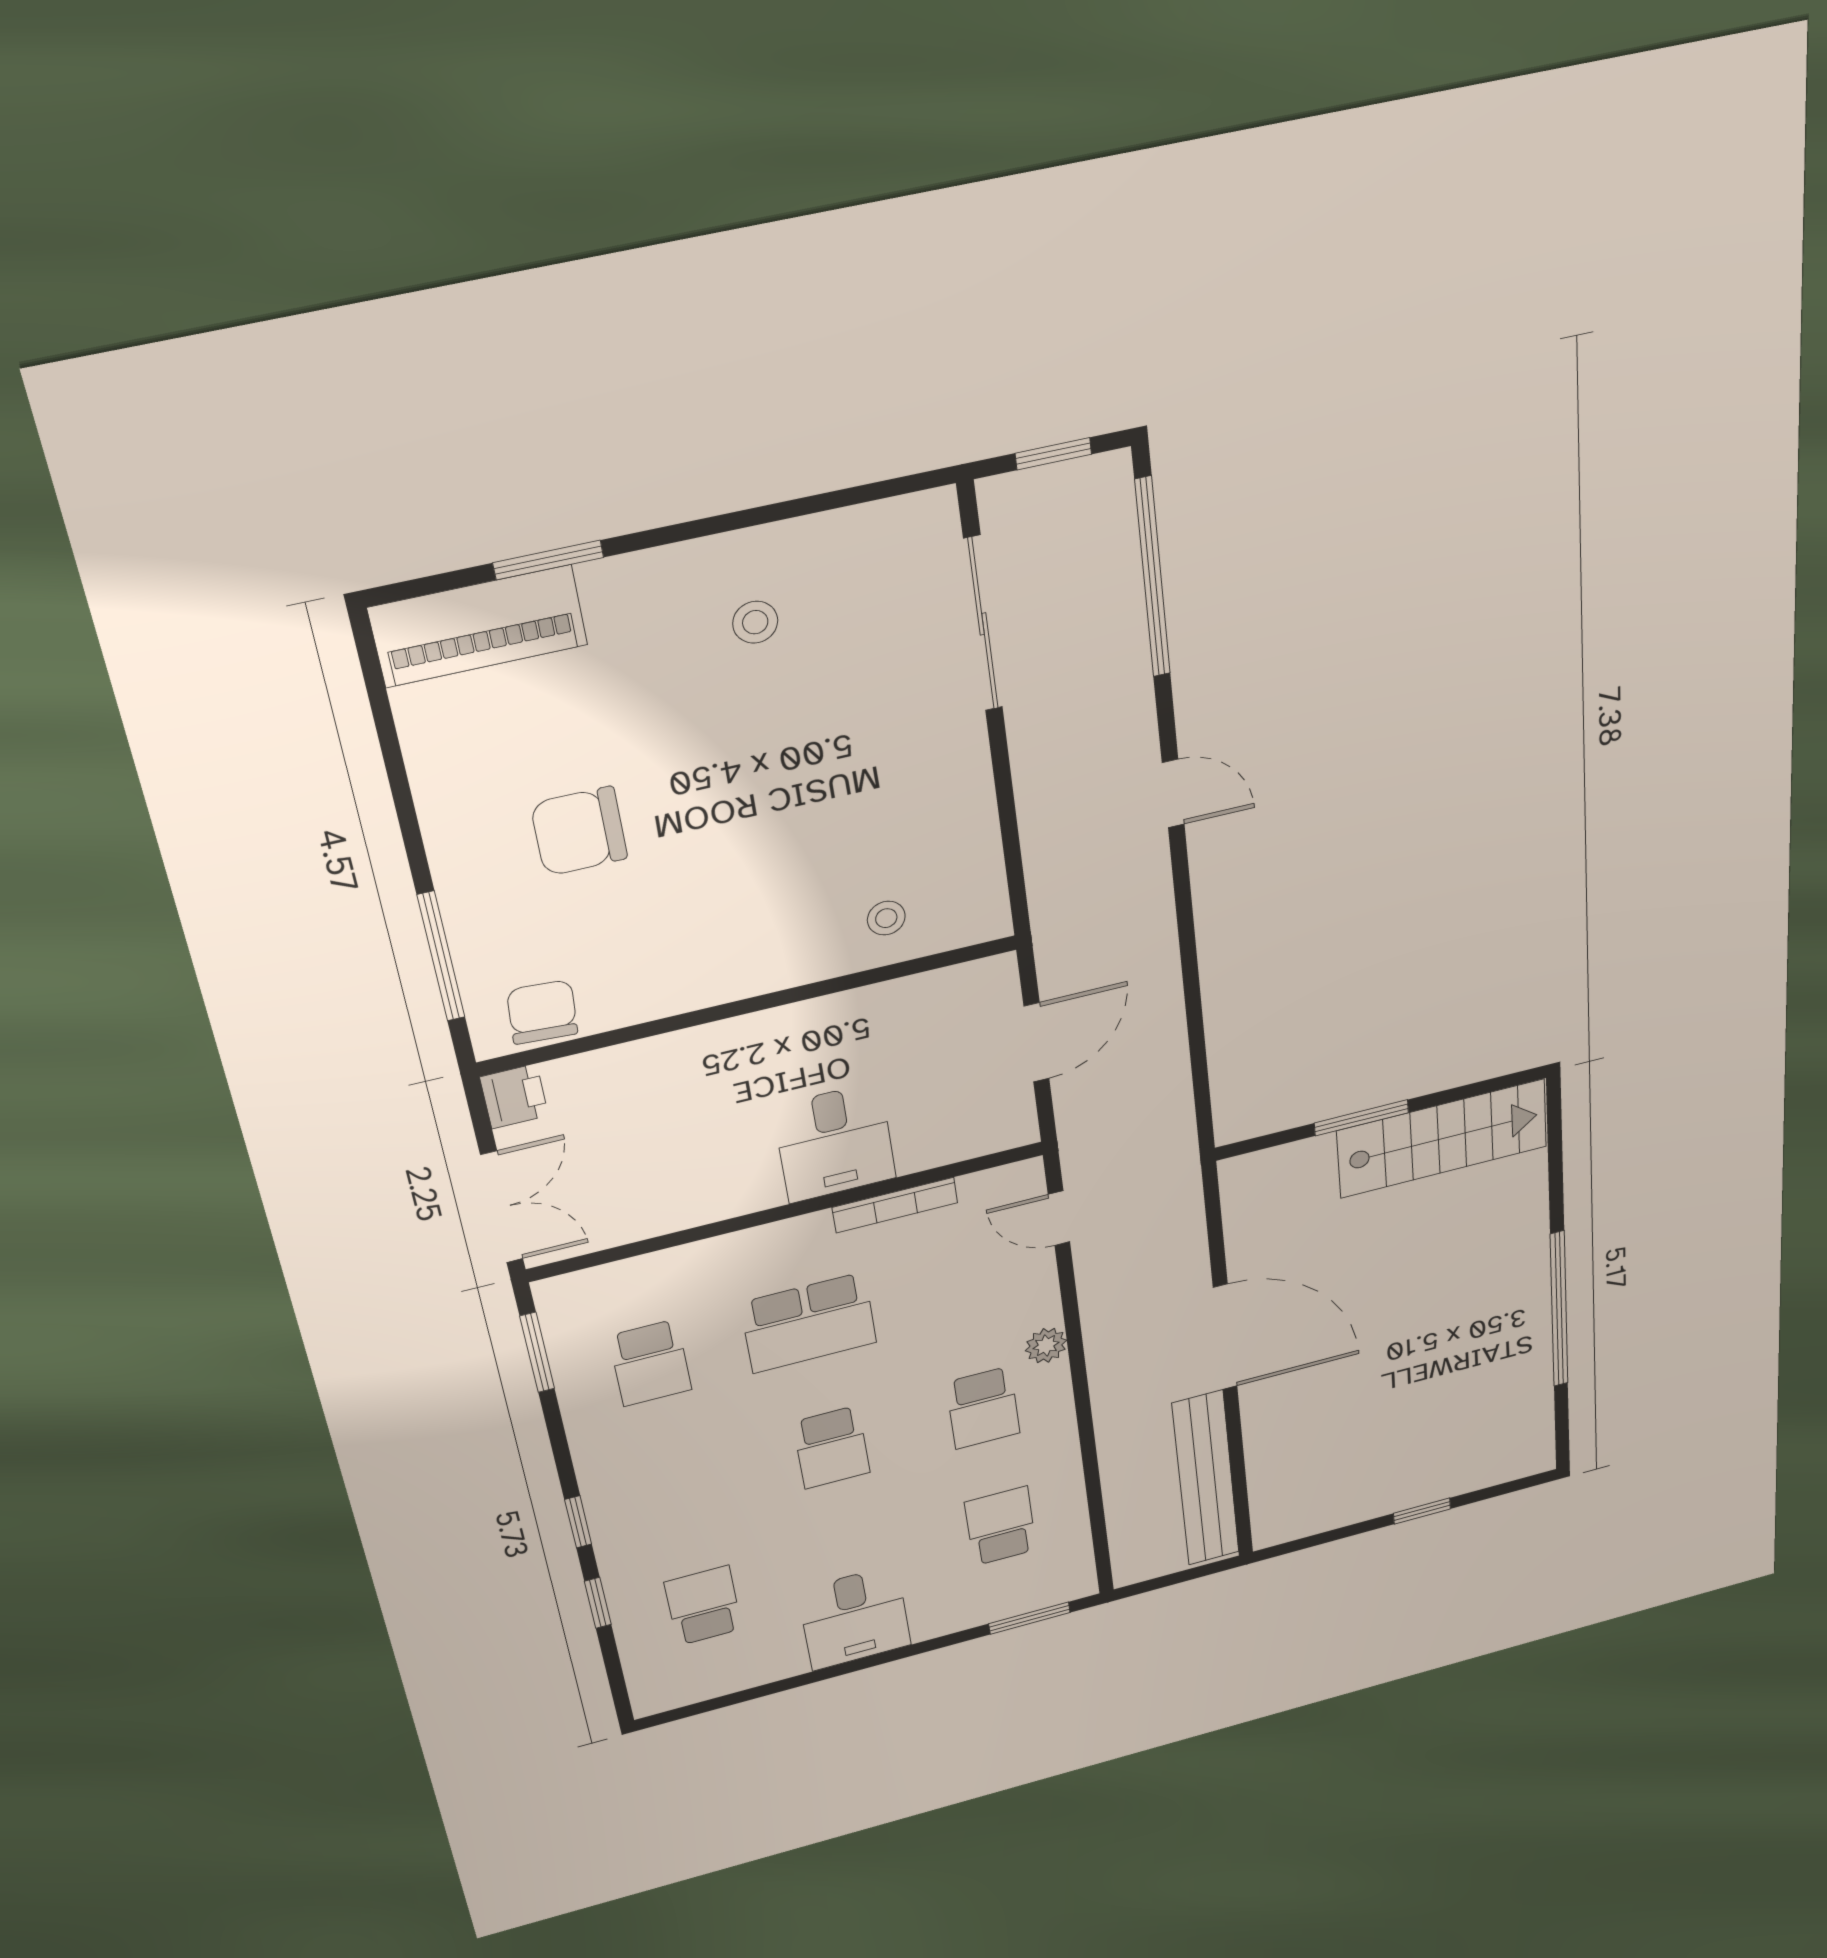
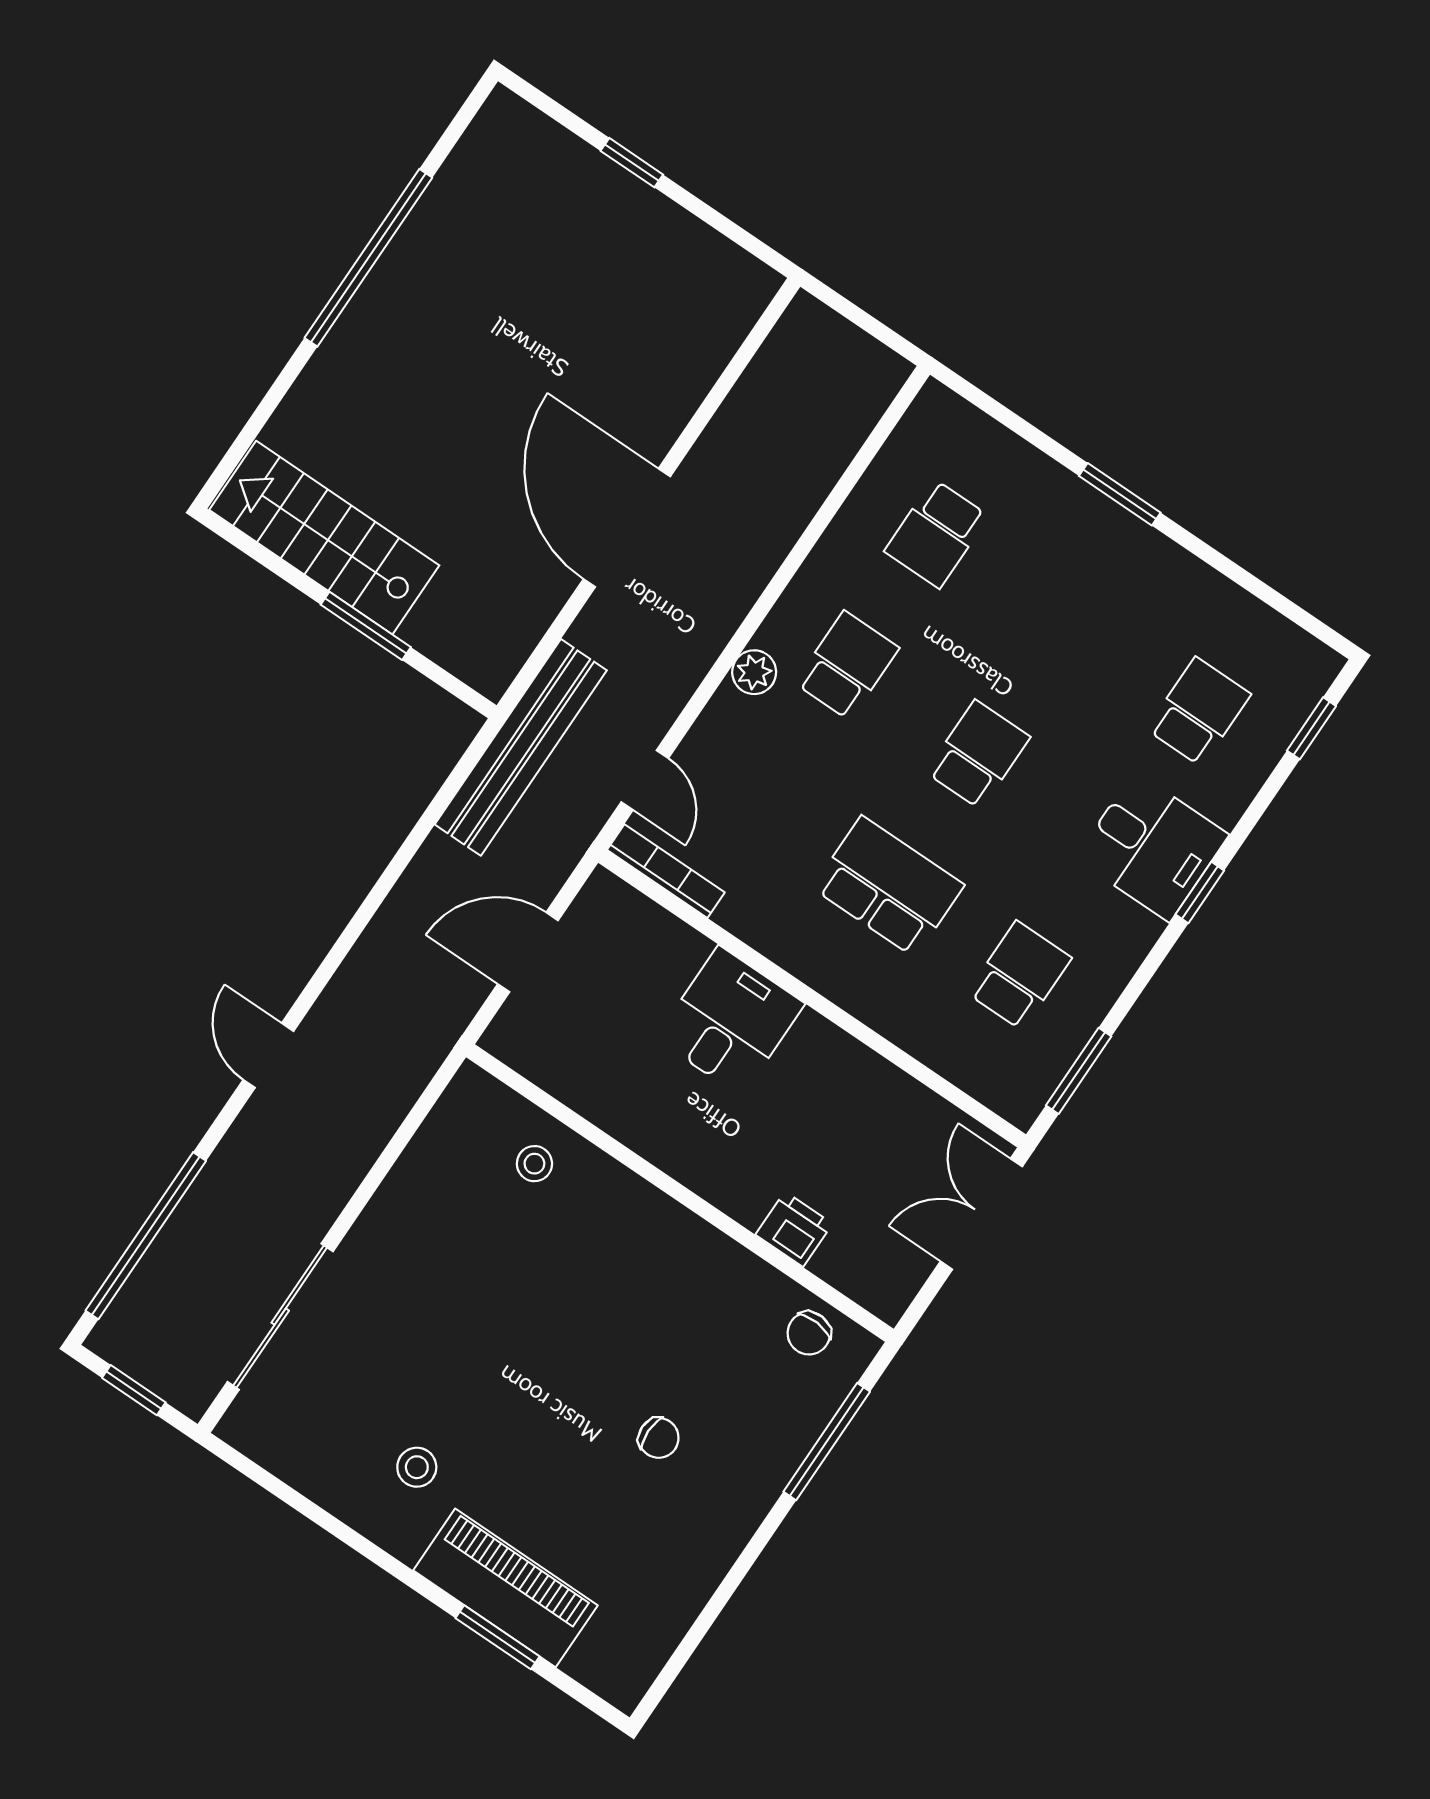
piano: (478, 626) -> (505, 1588), moved
chair: (579, 831) -> (659, 1438), width x0.54, depth x0.54
chair: (542, 1012) -> (809, 1333), width x0.73, depth x0.73
printer: (514, 1096) -> (794, 1229), moved, turned 90
bookcase: (895, 1205) -> (666, 871), moved
bench: (1206, 1479) -> (521, 747), moved
window: (598, 1603) -> (1311, 728), moved
school desk: (703, 1606) -> (1199, 712), turned 180
desk: (855, 1618) -> (1152, 846), moved, turned 90
window: (1029, 1618) -> (1120, 494), moved

